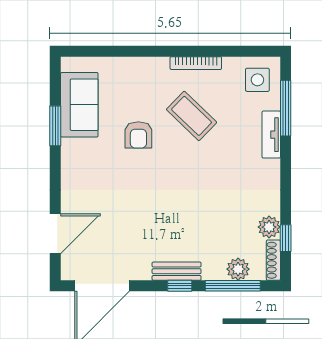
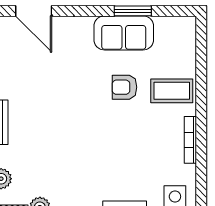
sofa: (79, 105) -> (124, 33), moved
coffee table: (192, 116) -> (172, 91), moved, turned 46

